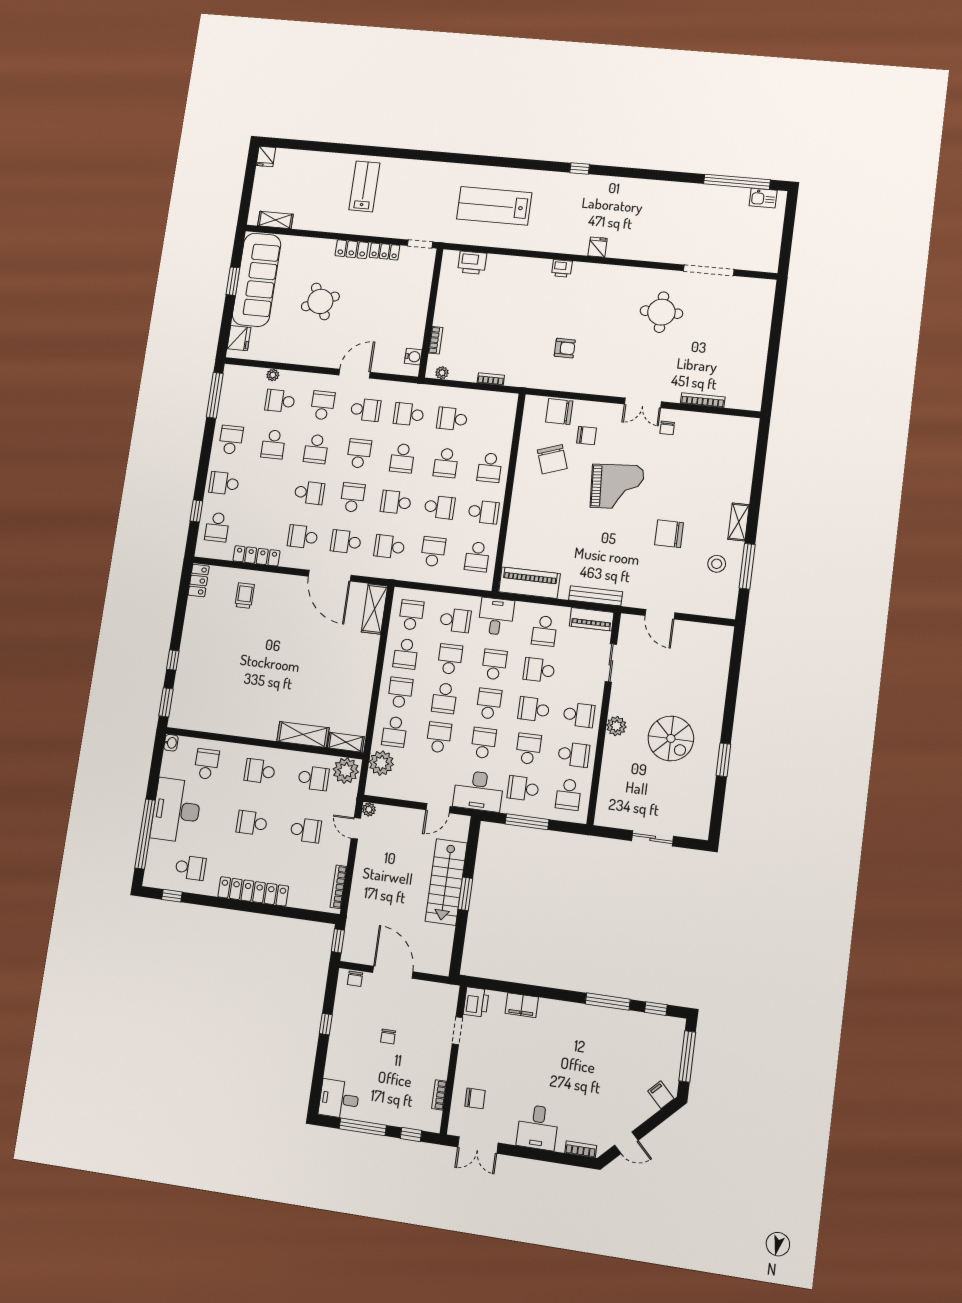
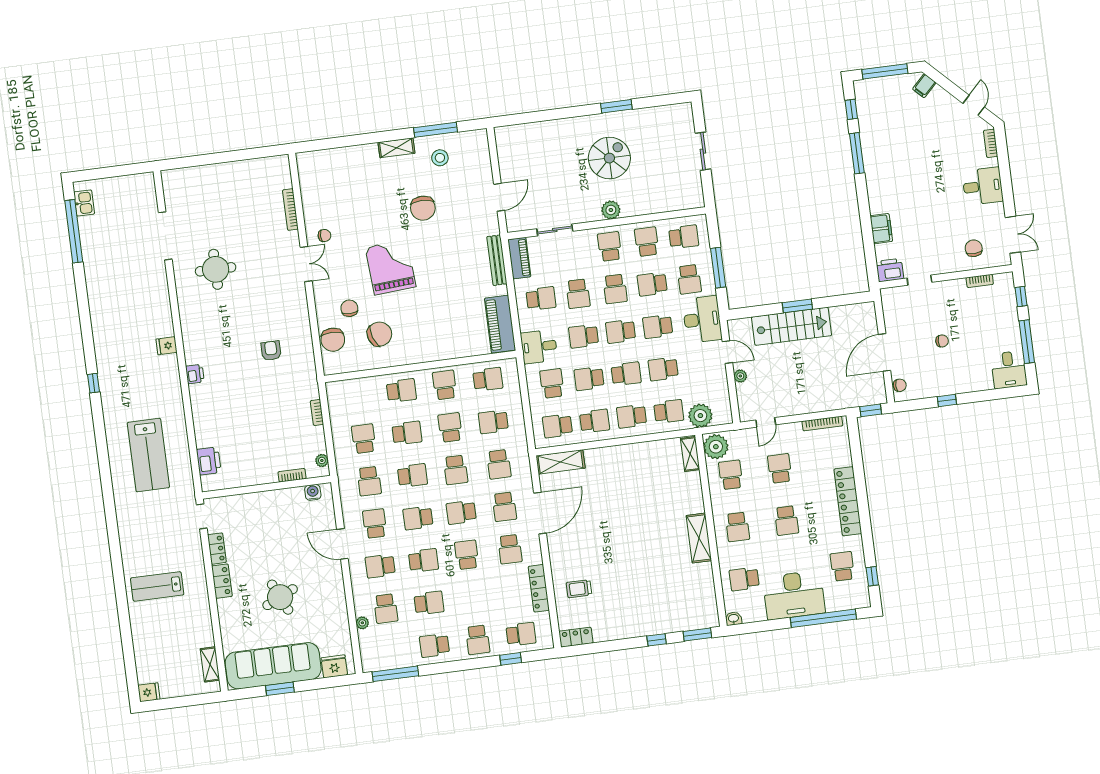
school desk: (452, 419) -> (364, 439), turned 180
shelving: (303, 734) -> (699, 538), moved
plant: (369, 809) -> (740, 376), moved

